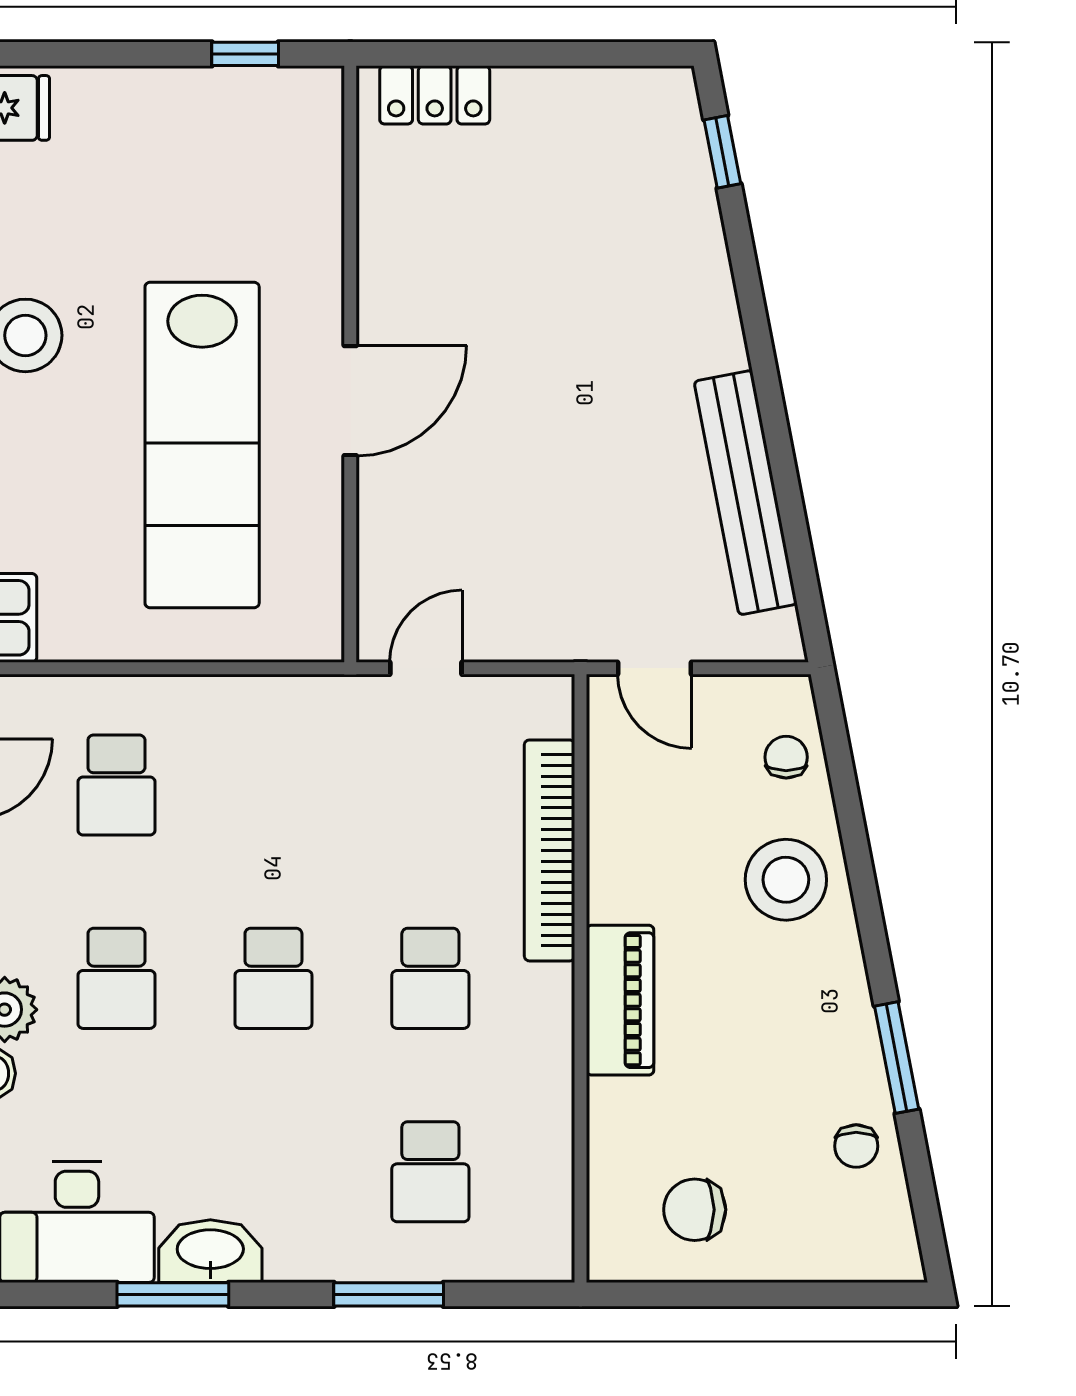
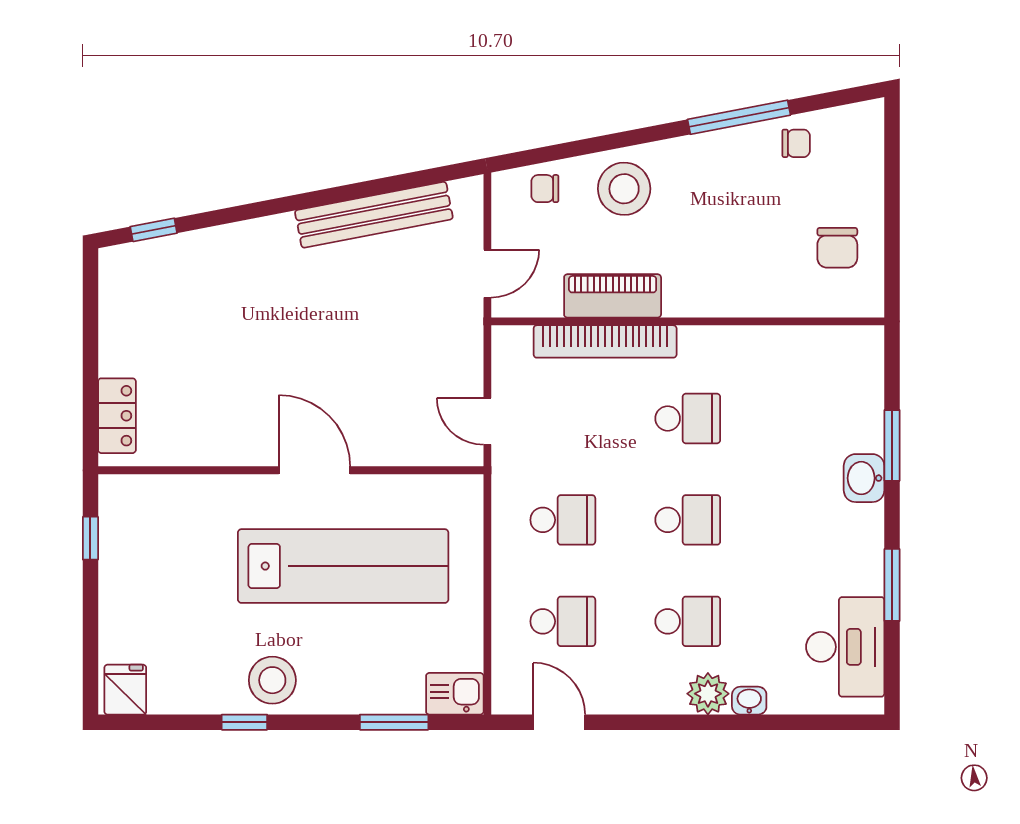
piano: (620, 1000) -> (613, 296), moved
window: (897, 1058) -> (739, 117), width x1.44
school desk: (430, 1172) -> (563, 520), moved
washbasin: (210, 1251) -> (864, 478), moved, width x0.72

